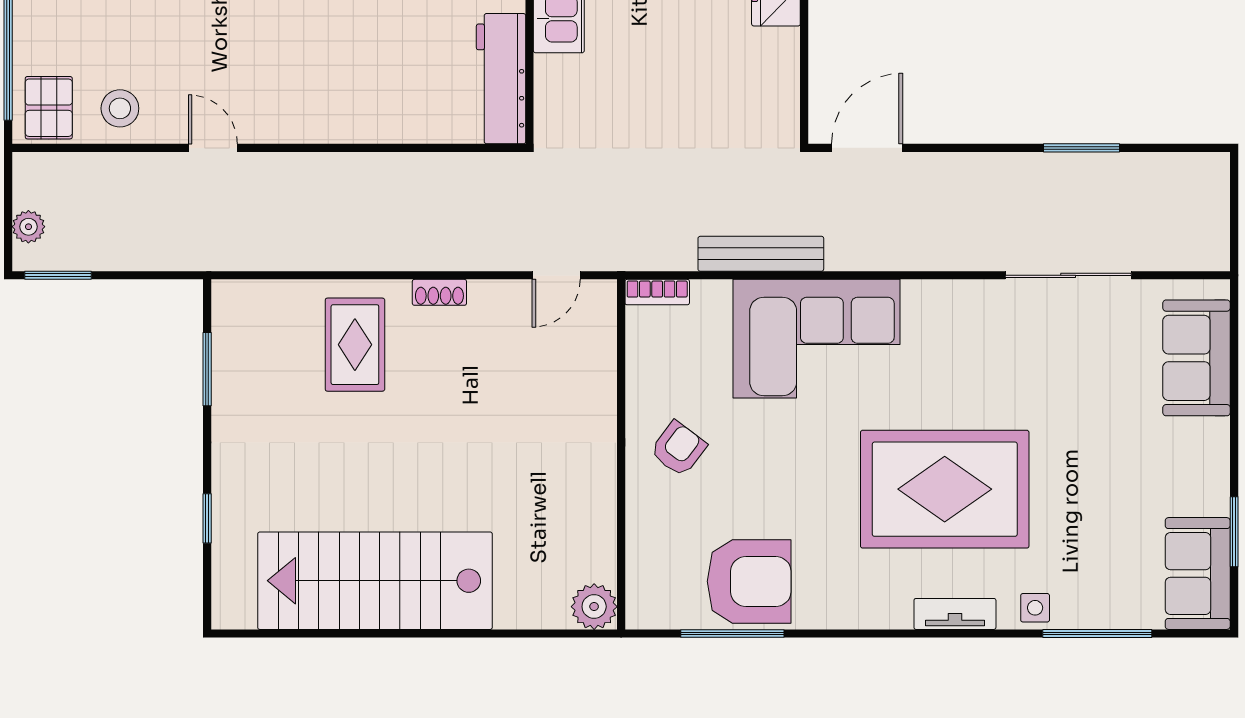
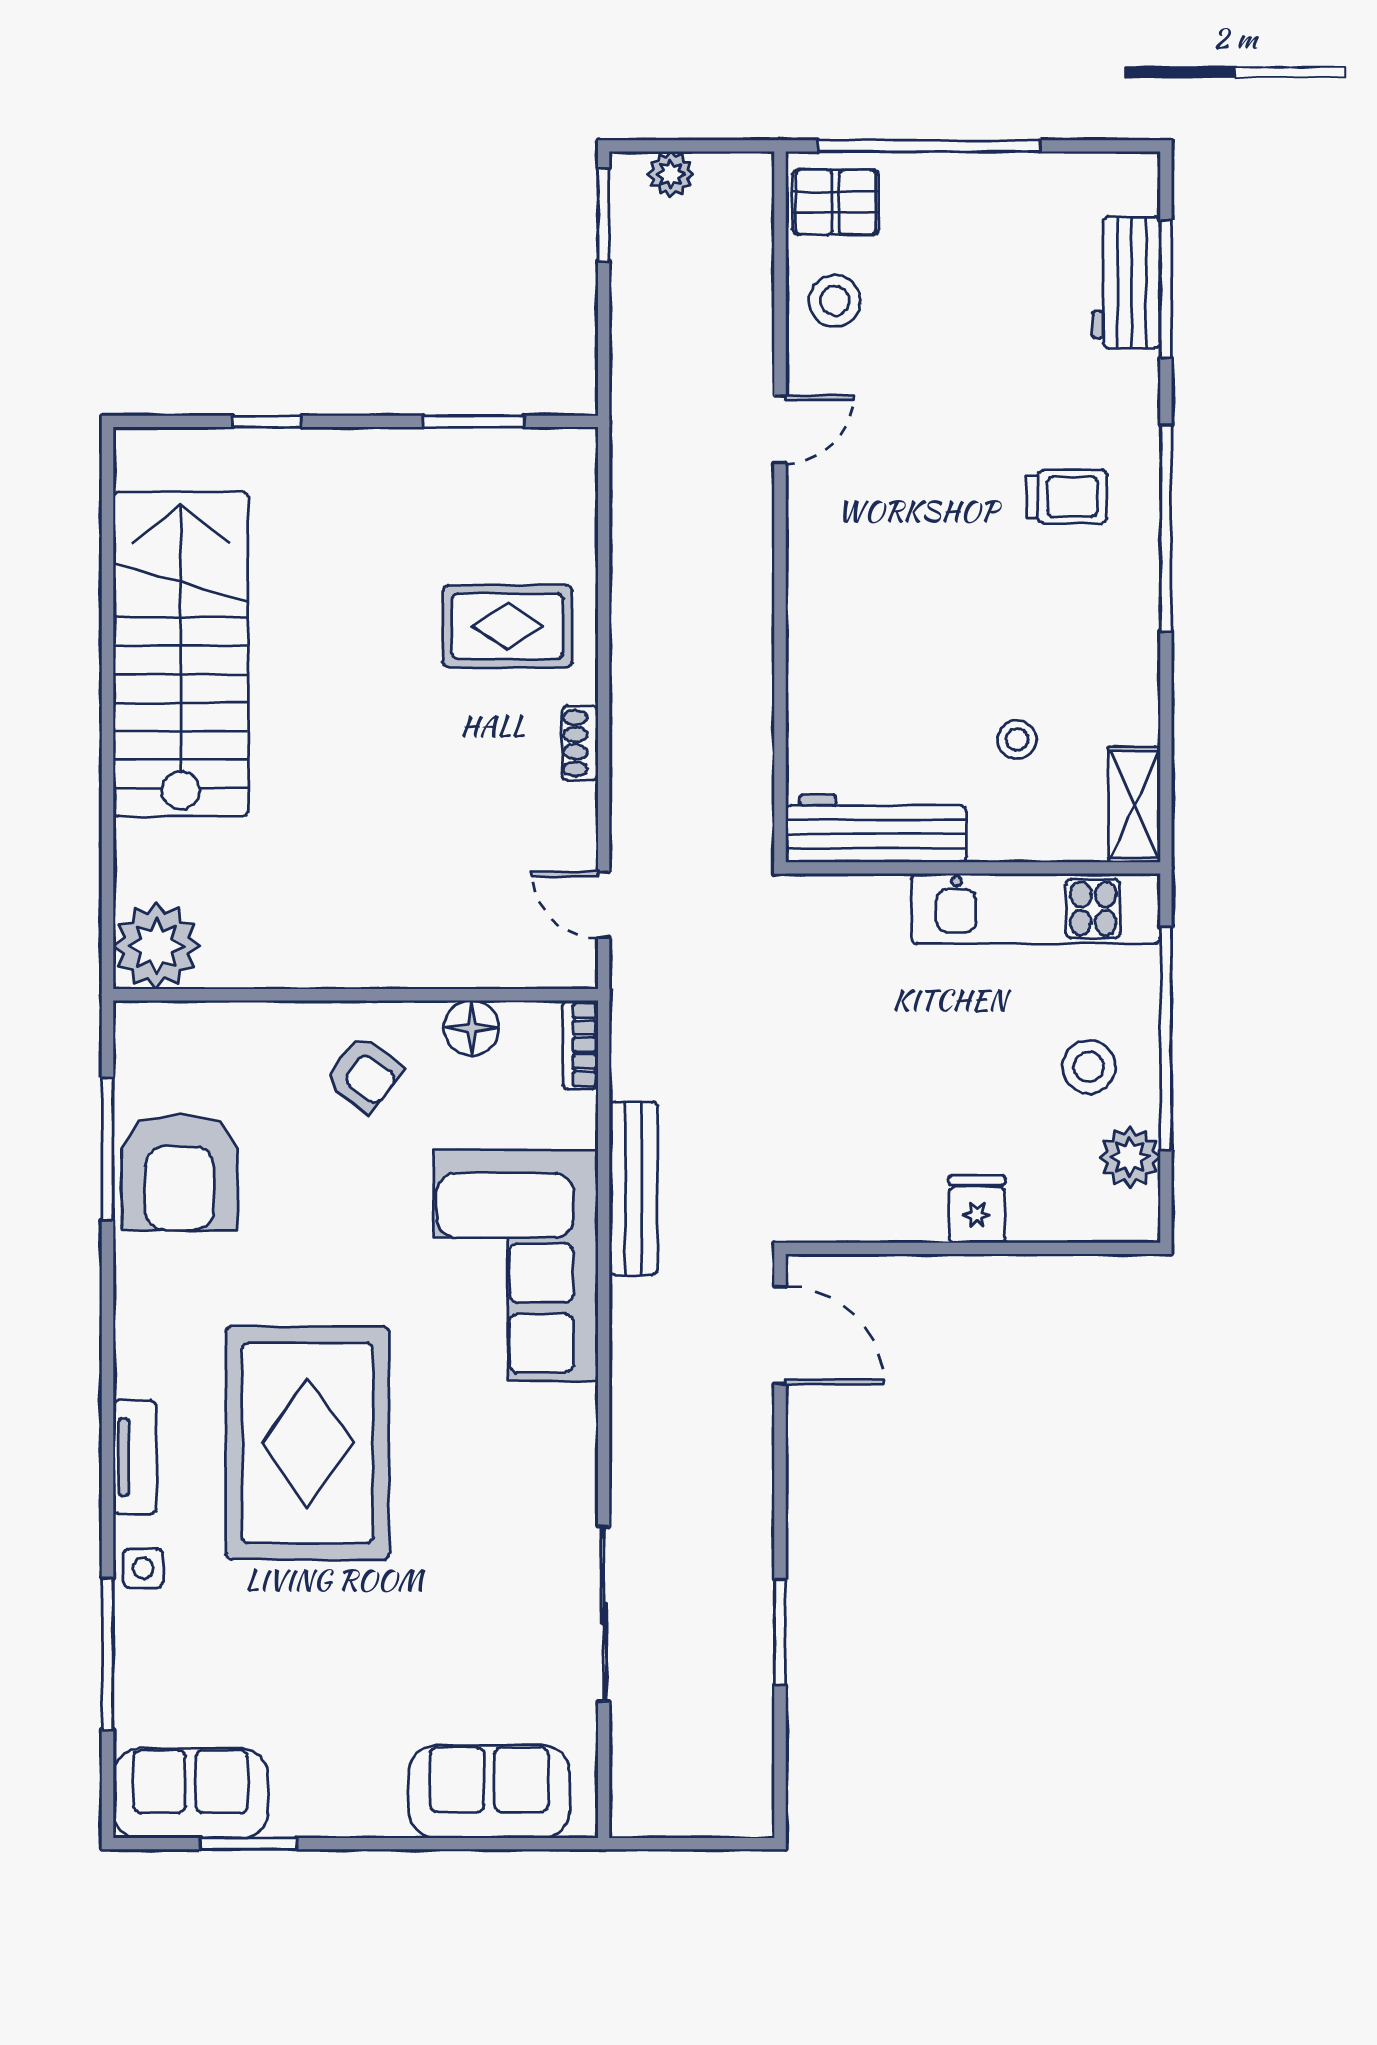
floor lamp: (645, 371) -> (471, 1028), added
plant: (594, 607) -> (156, 946), width x1.36, depth x1.36

